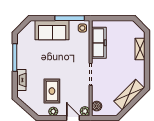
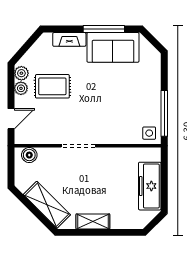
sofa: (52, 30) -> (113, 47), moved, turned -90
freezer: (99, 43) -> (150, 186), moved, turned 90
shelving: (140, 49) -> (93, 222), moved
plant: (85, 111) -> (21, 73), moved

